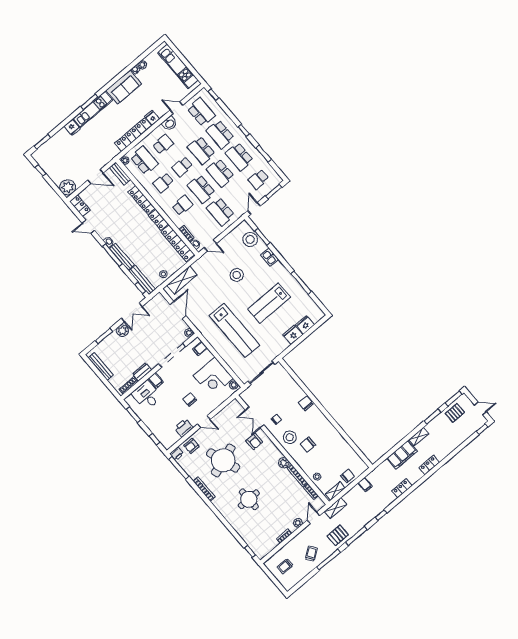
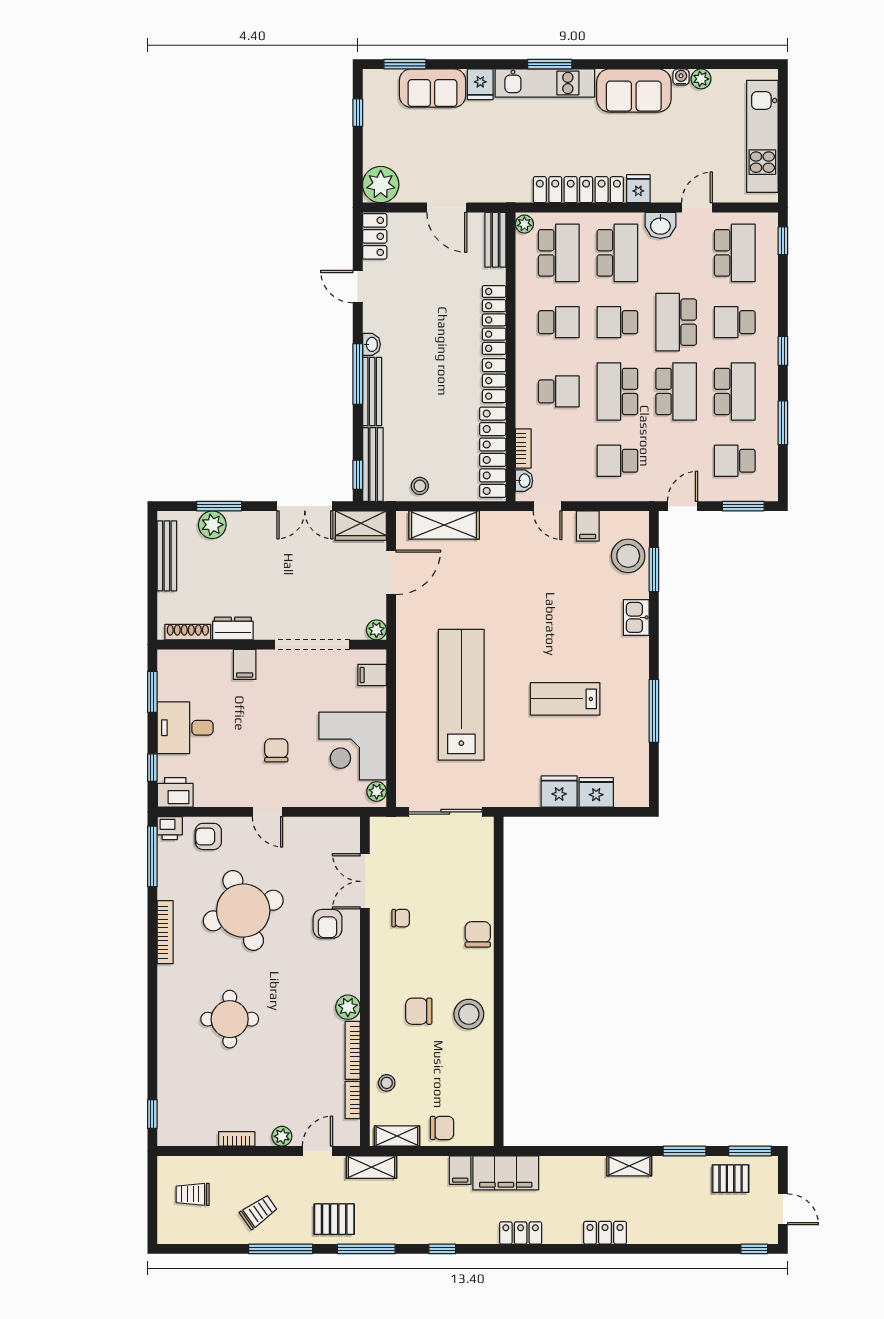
door: (176, 108) -> (697, 208), hinge flipped
school desk: (220, 134) -> (735, 322), width x0.54
sofa: (58, 142) -> (433, 88), added
school desk: (163, 144) -> (617, 253), width x1.85
school desk: (239, 157) -> (735, 391), turned 180
school desk: (220, 173) -> (676, 391), turned 180
school desk: (163, 183) -> (559, 322), turned 180
school desk: (220, 212) -> (617, 461), width x0.54
filing cabinet: (229, 241) -> (588, 526), added
stool: (237, 275) -> (550, 599), removed
wardrobe: (155, 303) -> (361, 526), added
lab bench: (269, 303) -> (565, 699), width x0.73, depth x0.72
lab bench: (234, 330) -> (461, 695), turned 180
plant: (122, 331) -> (212, 525), moved
desk: (147, 395) -> (185, 728), moved, turned -90
printer: (184, 428) -> (175, 792), moved
stool: (290, 437) -> (469, 1014), moved
filing cabinet: (402, 455) -> (506, 1173), moved

